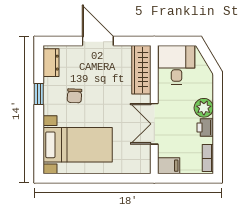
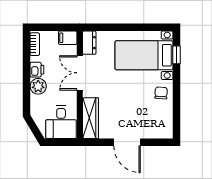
dresser: (51, 63) -> (89, 43), moved, turned 180
window: (39, 94) -> (177, 55), moved
chair: (74, 96) -> (161, 93), moved
double door: (154, 124) -> (80, 73), swing flipped

